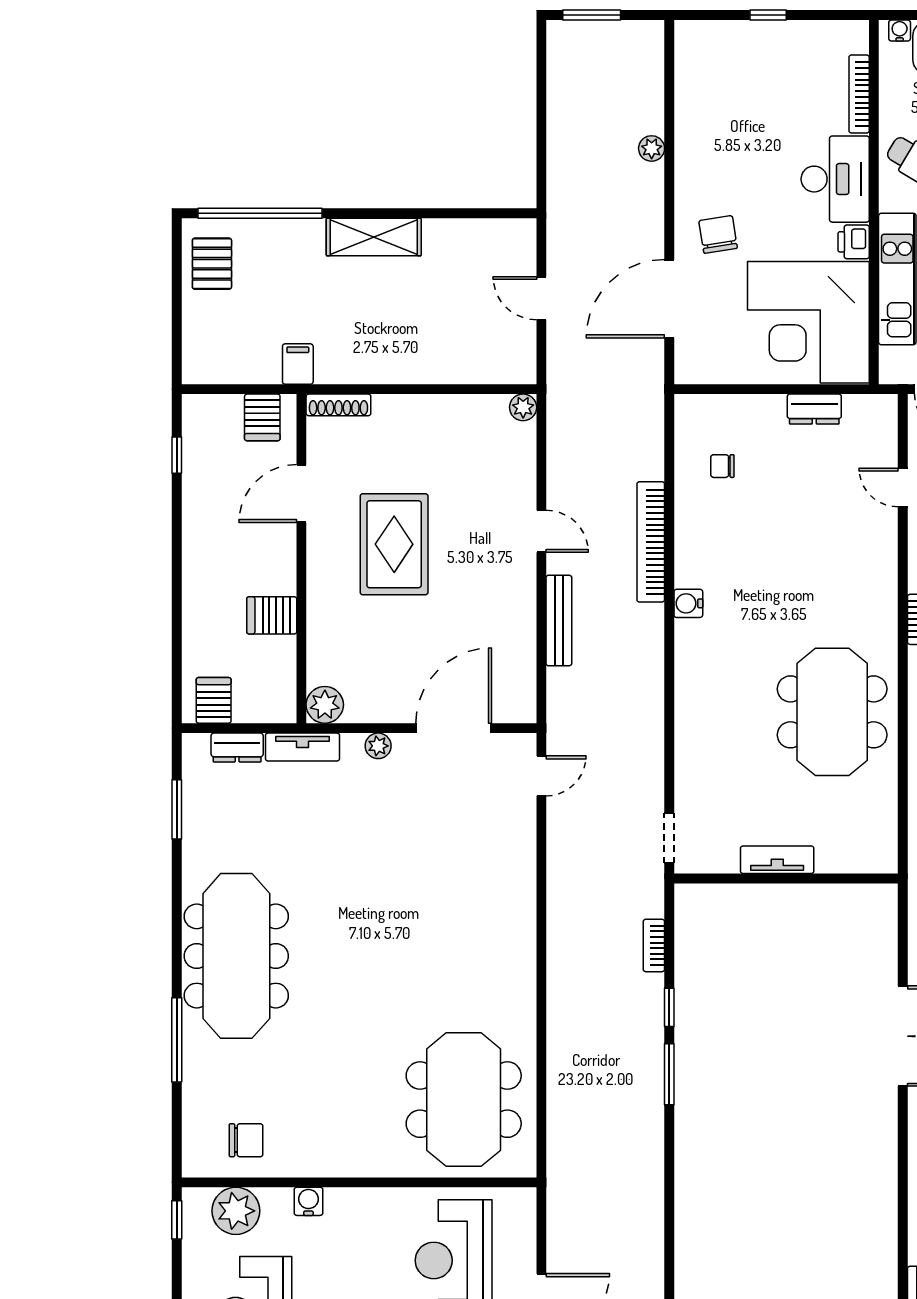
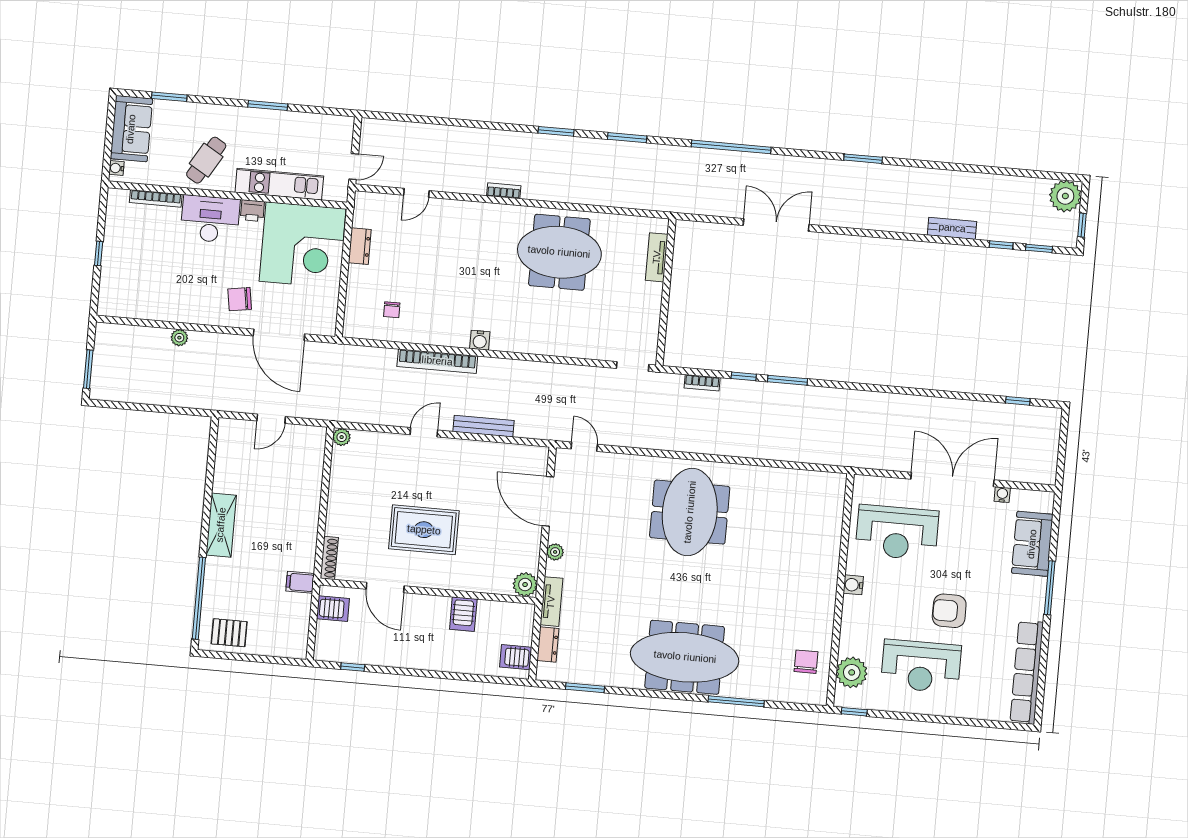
tv unit: (777, 860) -> (657, 257), moved
meeting table: (464, 1100) -> (690, 512), moved, turned 90
water cooler: (308, 1201) -> (853, 585), moved

